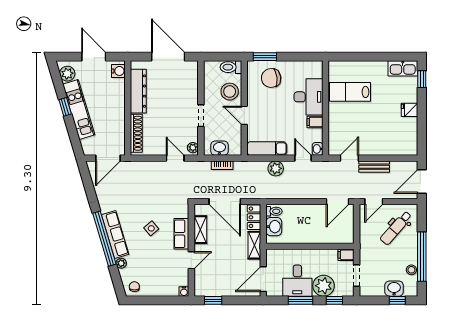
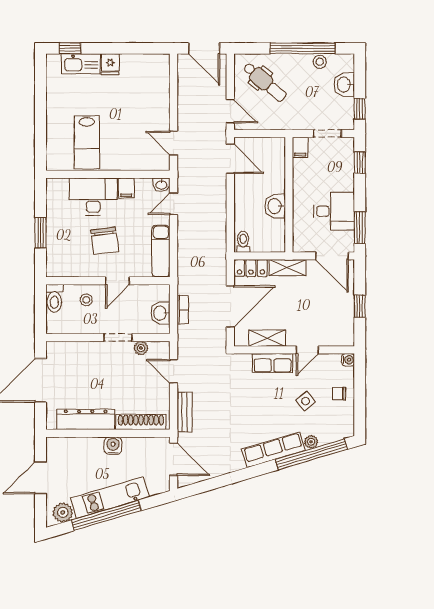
window: (265, 57) -> (40, 233), moved
kitchen sink: (403, 68) -> (81, 64), moved, turned 90
water cooler: (118, 71) -> (113, 446), moved
chair: (271, 78) -> (105, 241), moved
stool: (230, 92) -> (86, 300), width x0.53, depth x0.53
window: (65, 107) -> (106, 515), width x3.17
plant: (193, 148) -> (141, 348), moved
door: (175, 158) -> (174, 371), hinge flipped
bench: (374, 167) -> (185, 412), moved
plant: (276, 168) -> (187, 240), removed
washbasin: (274, 227) -> (275, 206), moved, turned -90
side table: (151, 228) -> (306, 401), moved
window: (104, 239) -> (311, 454), moved
door: (191, 260) -> (307, 350), swing flipped
plant: (324, 286) -> (341, 177), removed
chair: (134, 287) -> (339, 394), moved
window: (213, 300) -> (360, 306), moved
window: (301, 300) -> (360, 228), moved
window: (397, 300) -> (360, 109), moved

